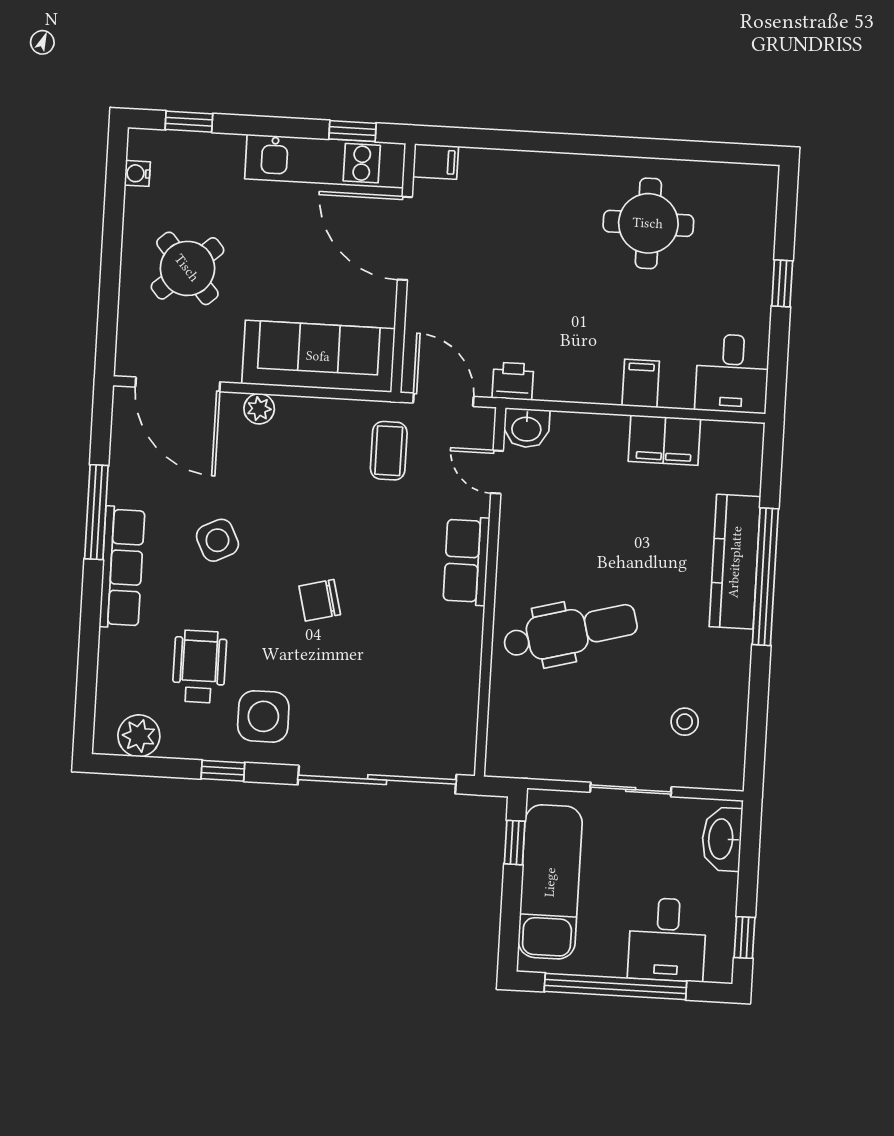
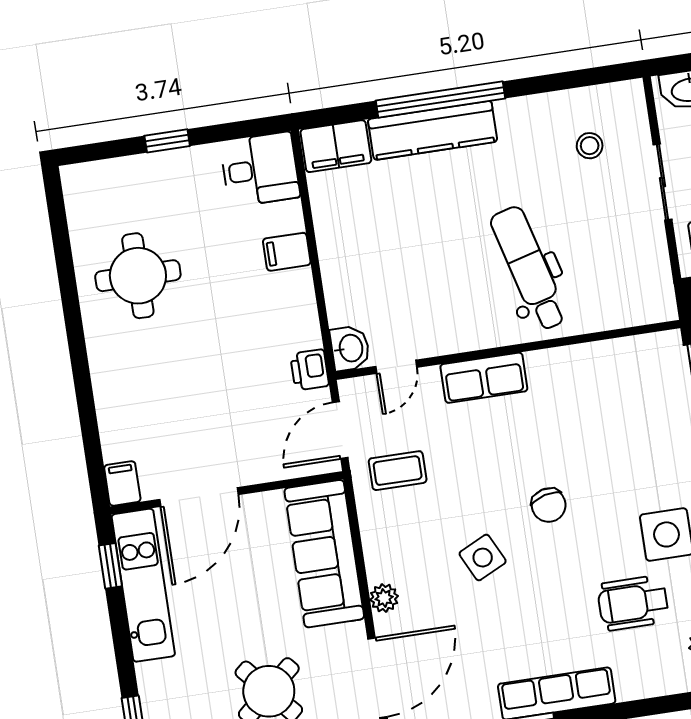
filing cabinet: (664, 440) -> (336, 146), moved, turned 90
side table: (217, 540) -> (483, 558), moved

